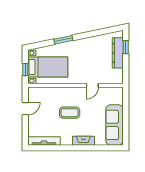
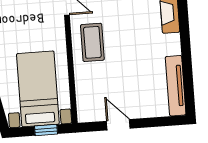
coffee table: (70, 113) -> (92, 42), moved

